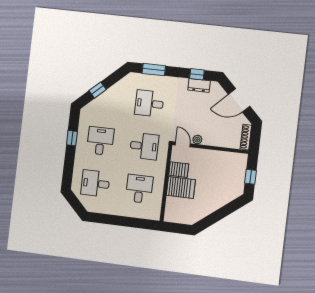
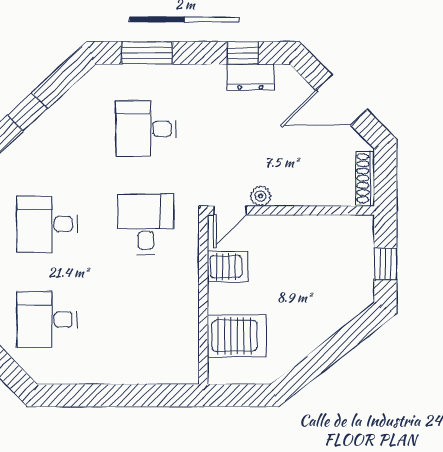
desk: (100, 141) -> (47, 224), turned -90
door: (183, 144) -> (230, 210), swing flipped
desk: (144, 146) -> (146, 224), turned -90
server rack: (181, 187) -> (237, 336), moved
desk: (139, 189) -> (146, 319), removed

